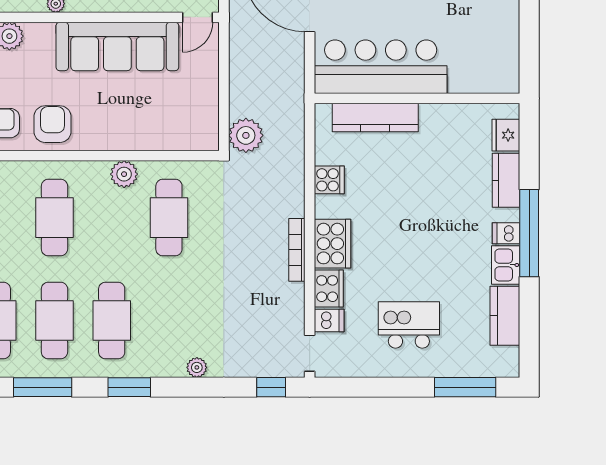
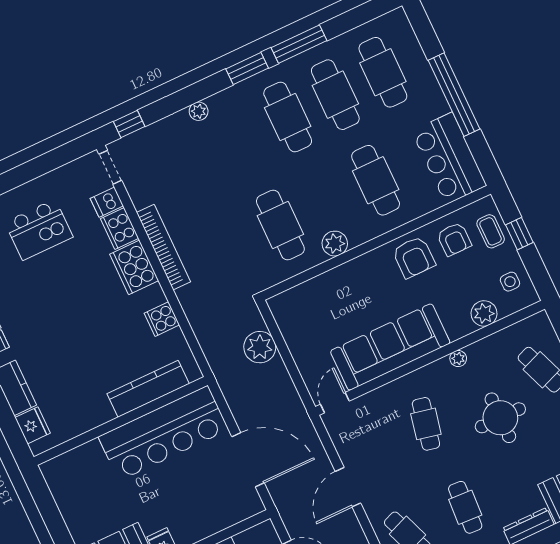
plant: (246, 135) -> (260, 347), moved
bookcase: (297, 250) -> (164, 247), width x1.48, depth x1.31
window: (43, 387) -> (299, 44), moved

